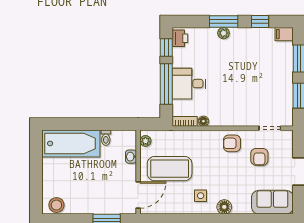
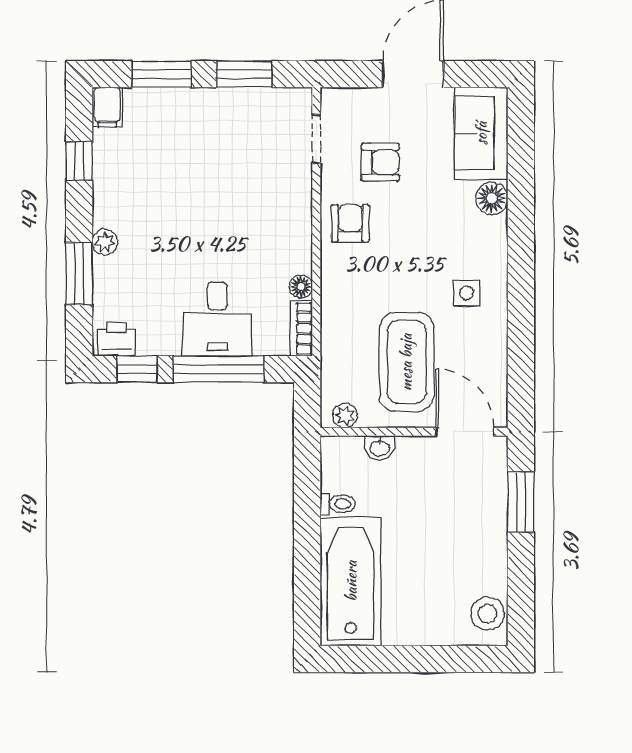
window: (224, 21) -> (79, 273), moved
armchair: (232, 143) -> (350, 223), turned 180
floor lamp: (224, 207) -> (492, 198), moved

